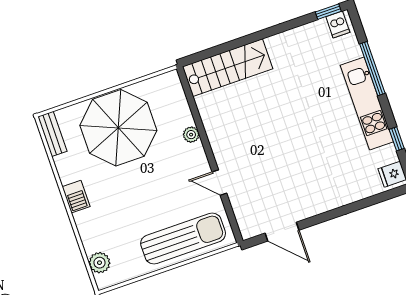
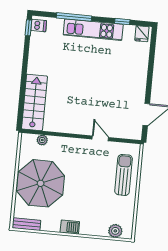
plant: (191, 135) -> (42, 140), moved
door: (219, 183) -> (100, 138), swing flipped
sun lounger: (183, 239) -> (124, 175), width x0.73, depth x0.75

